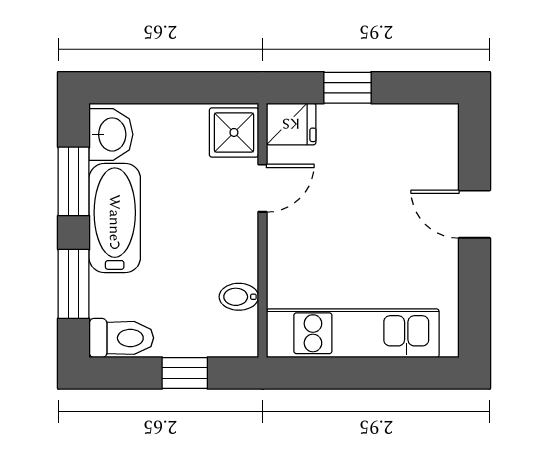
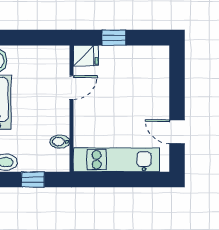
shower: (234, 132) -> (57, 60), removed
door: (474, 214) -> (177, 132), moved

